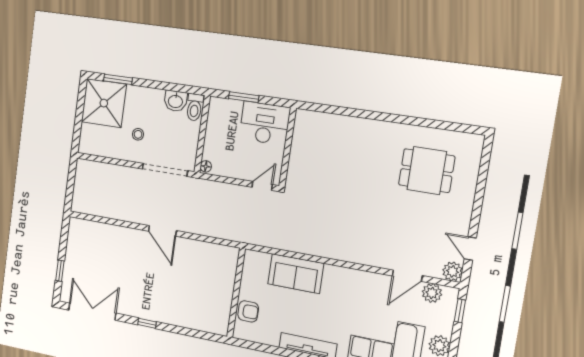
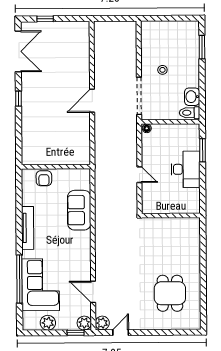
shower: (104, 103) -> (182, 38), removed
wall: (288, 147) -> (171, 216), moved
plant: (432, 293) -> (84, 323), moved

